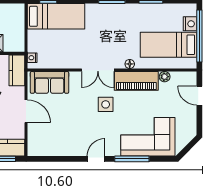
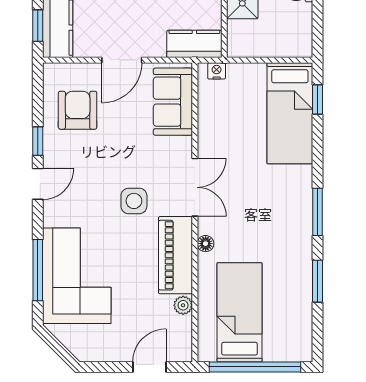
nightstand: (190, 24) -> (277, 350), removed
double door: (98, 70) -> (195, 187), swing flipped
armchair: (54, 136) -> (78, 110), added
window: (72, 159) -> (38, 141), added
door: (96, 159) -> (38, 184), hinge flipped
window: (132, 159) -> (38, 270), moved

